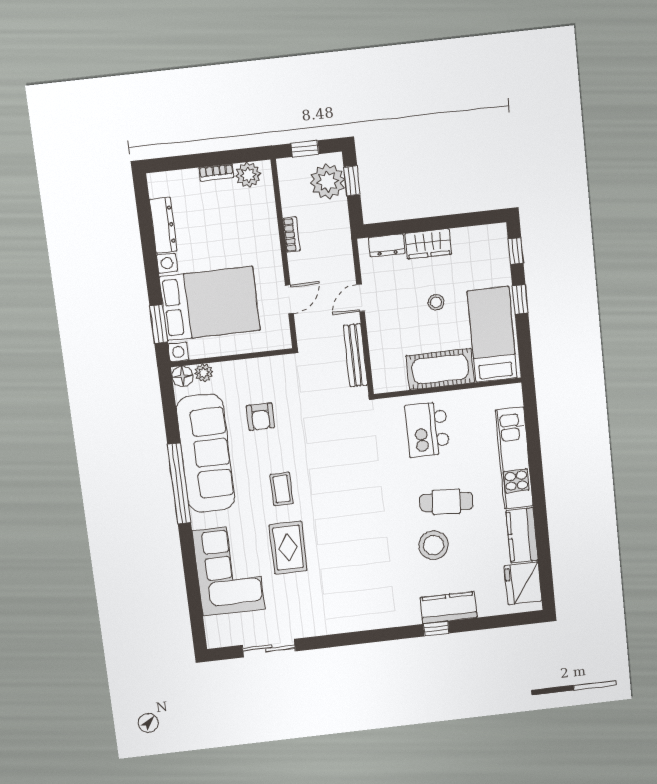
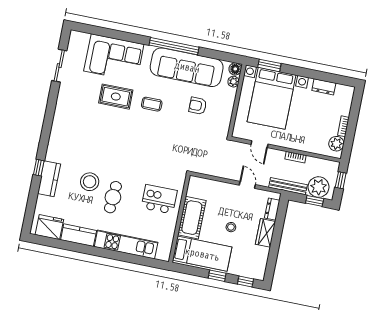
dresser: (163, 225) -> (324, 87), width x0.70
bench: (355, 355) -> (288, 186), moved

